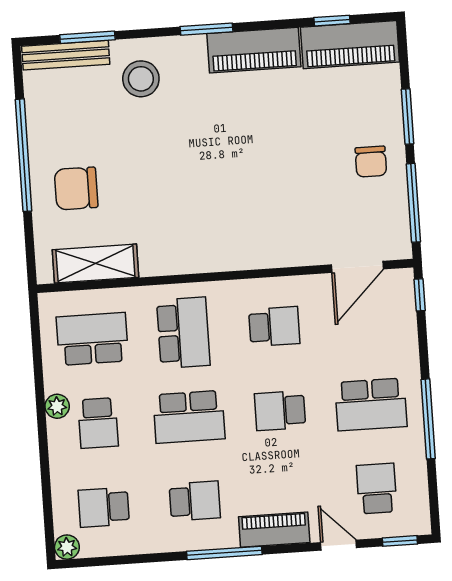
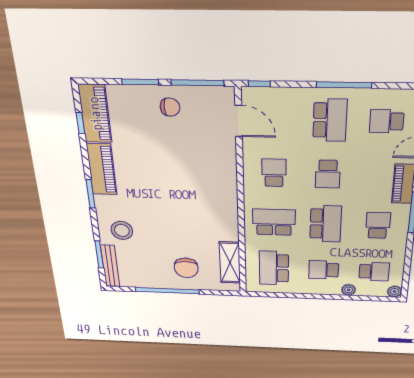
plant: (57, 406) -> (349, 290), moved
school desk: (98, 423) -> (324, 270), turned 180
school desk: (104, 507) -> (374, 272), turned -90

